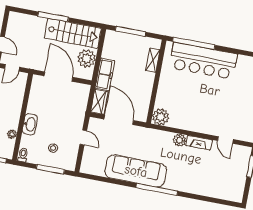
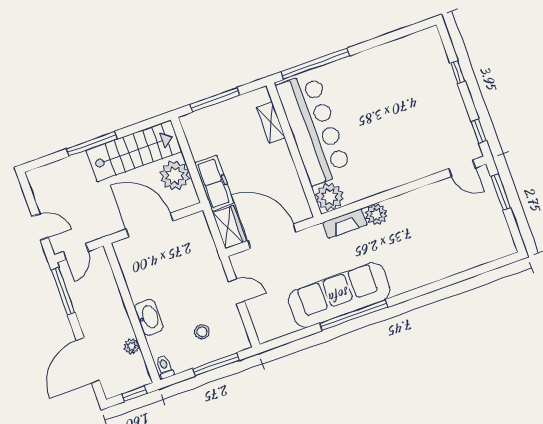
bar counter: (203, 61) -> (314, 129), moved, turned -90
door: (225, 140) -> (462, 168), moved
fireplace: (199, 143) -> (345, 224), moved
window: (157, 189) -> (354, 315), moved

